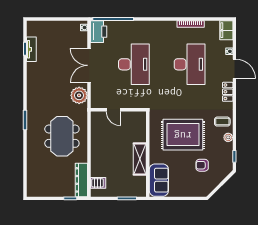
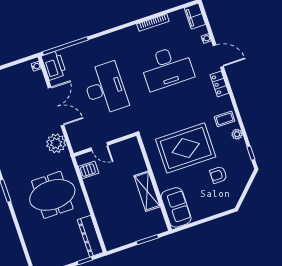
desk: (190, 64) -> (167, 68), turned 90
double door: (89, 65) -> (56, 106), swing flipped
meeting table: (62, 136) -> (52, 195), turned 90
server rack: (98, 183) -> (89, 170), moved

